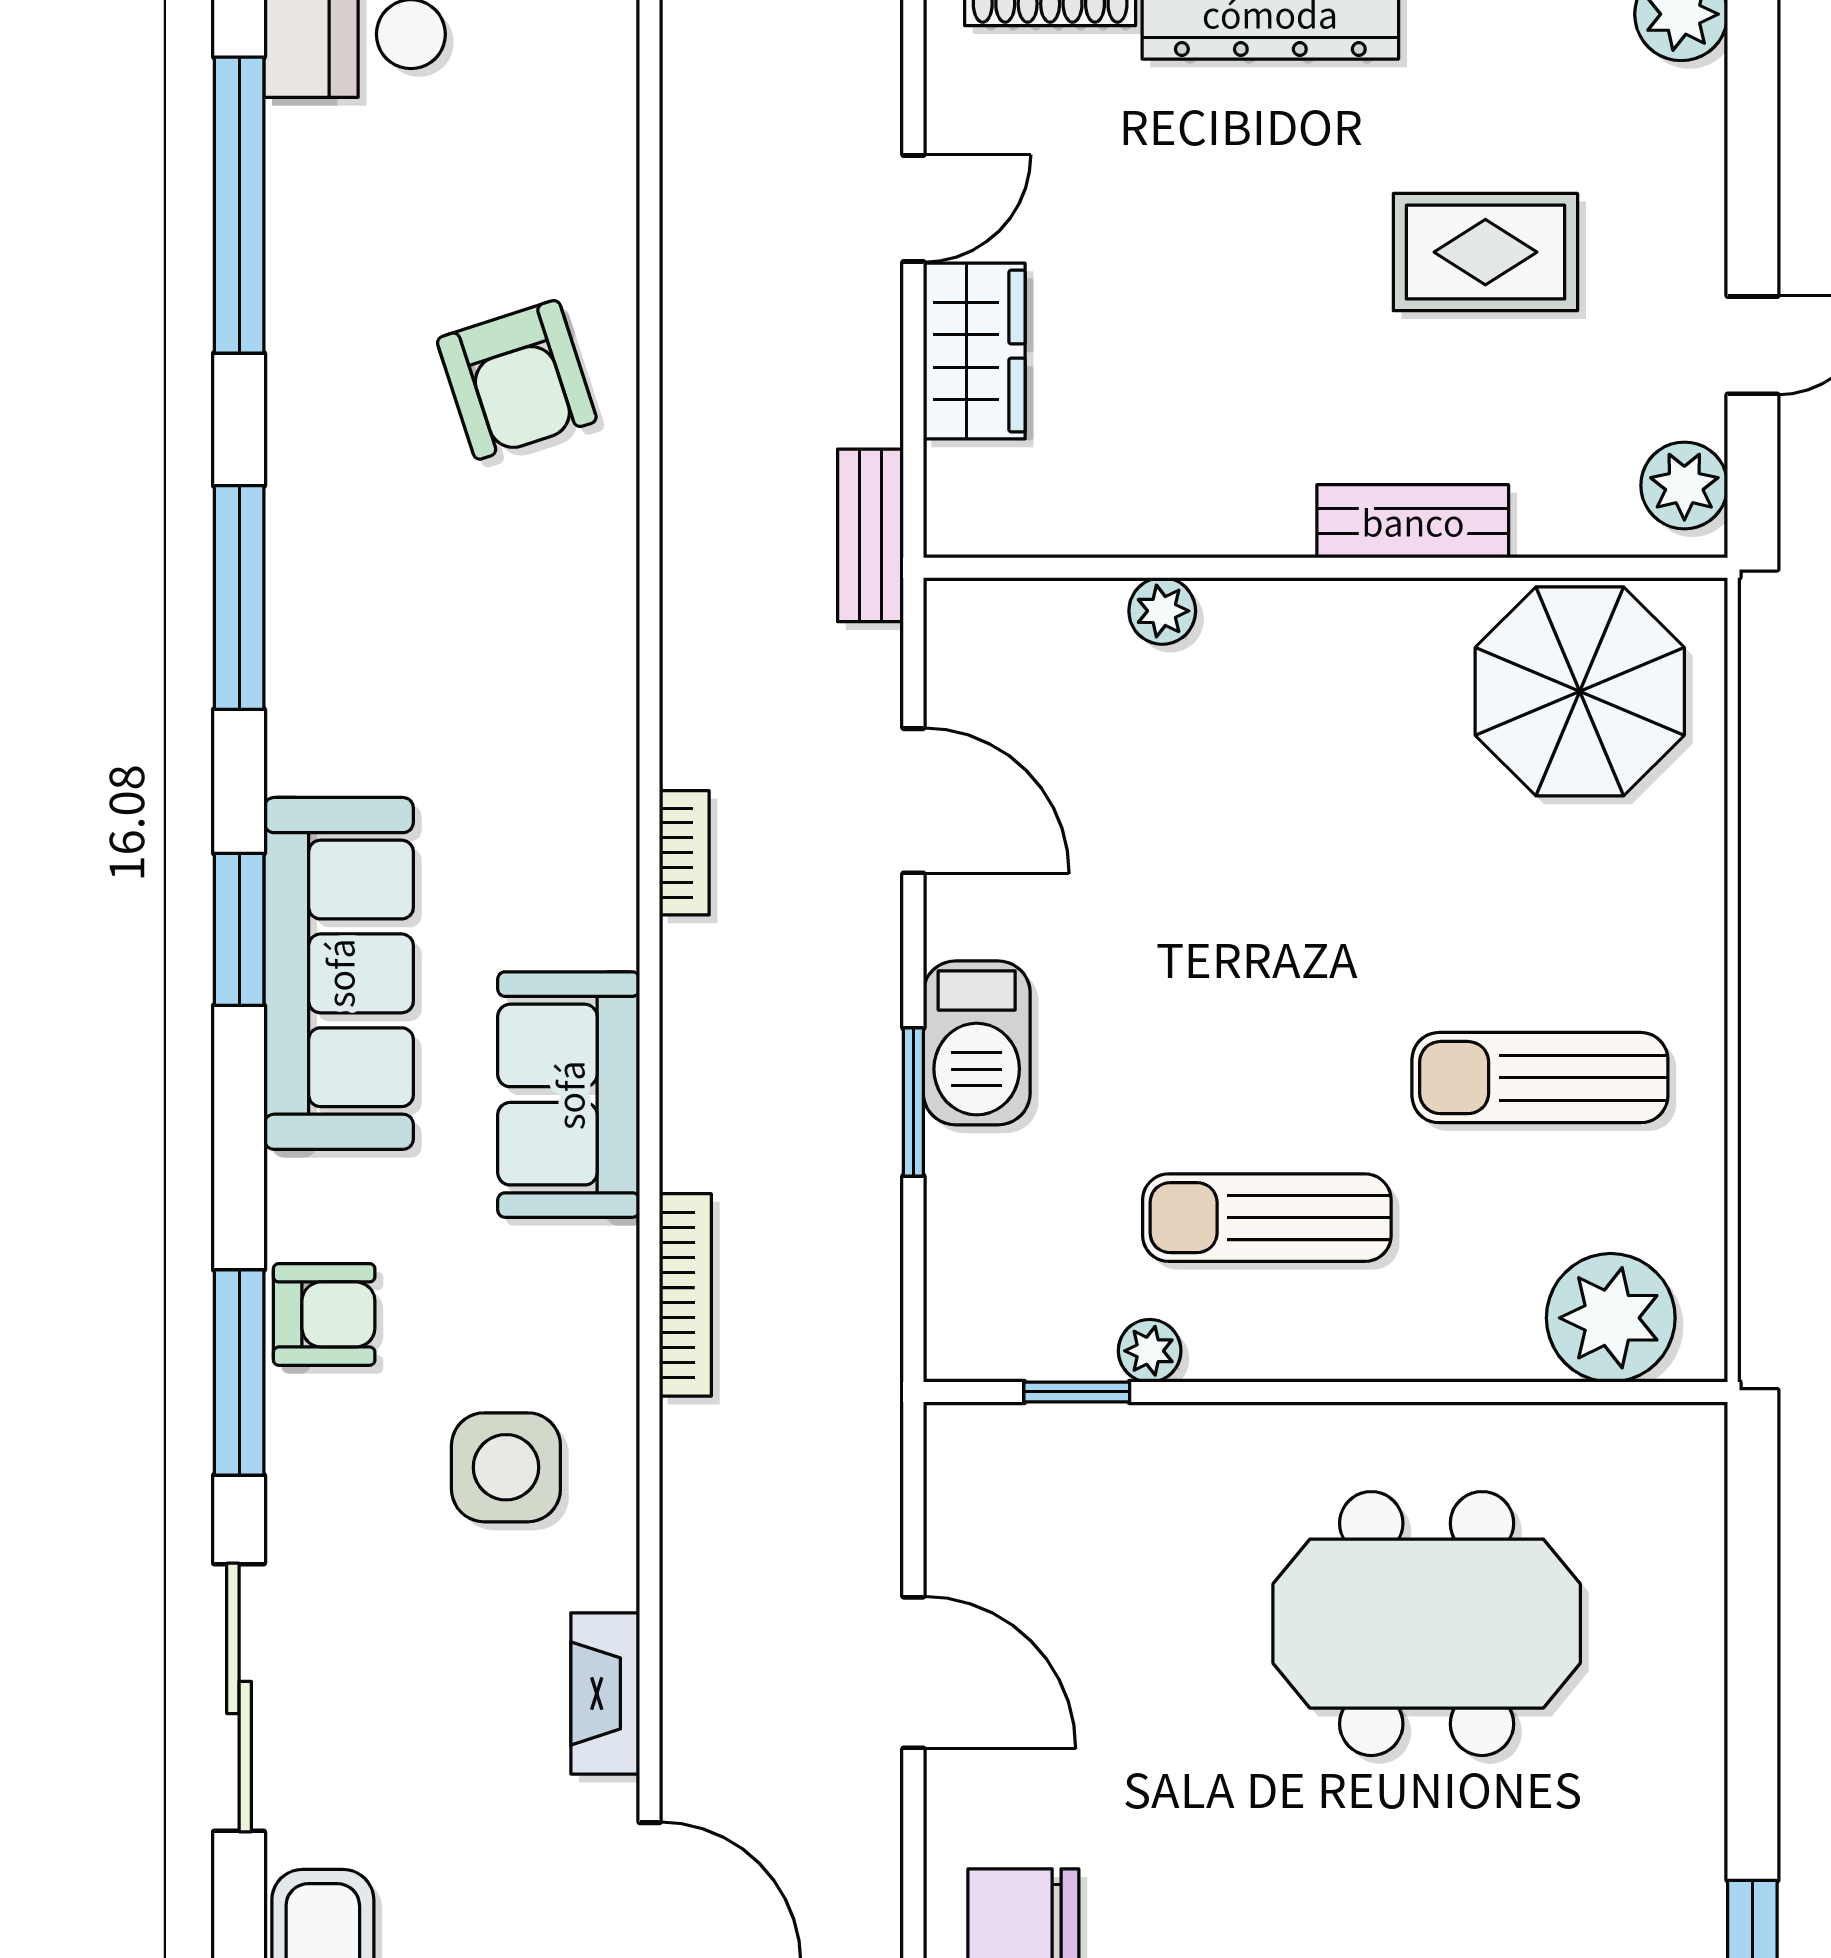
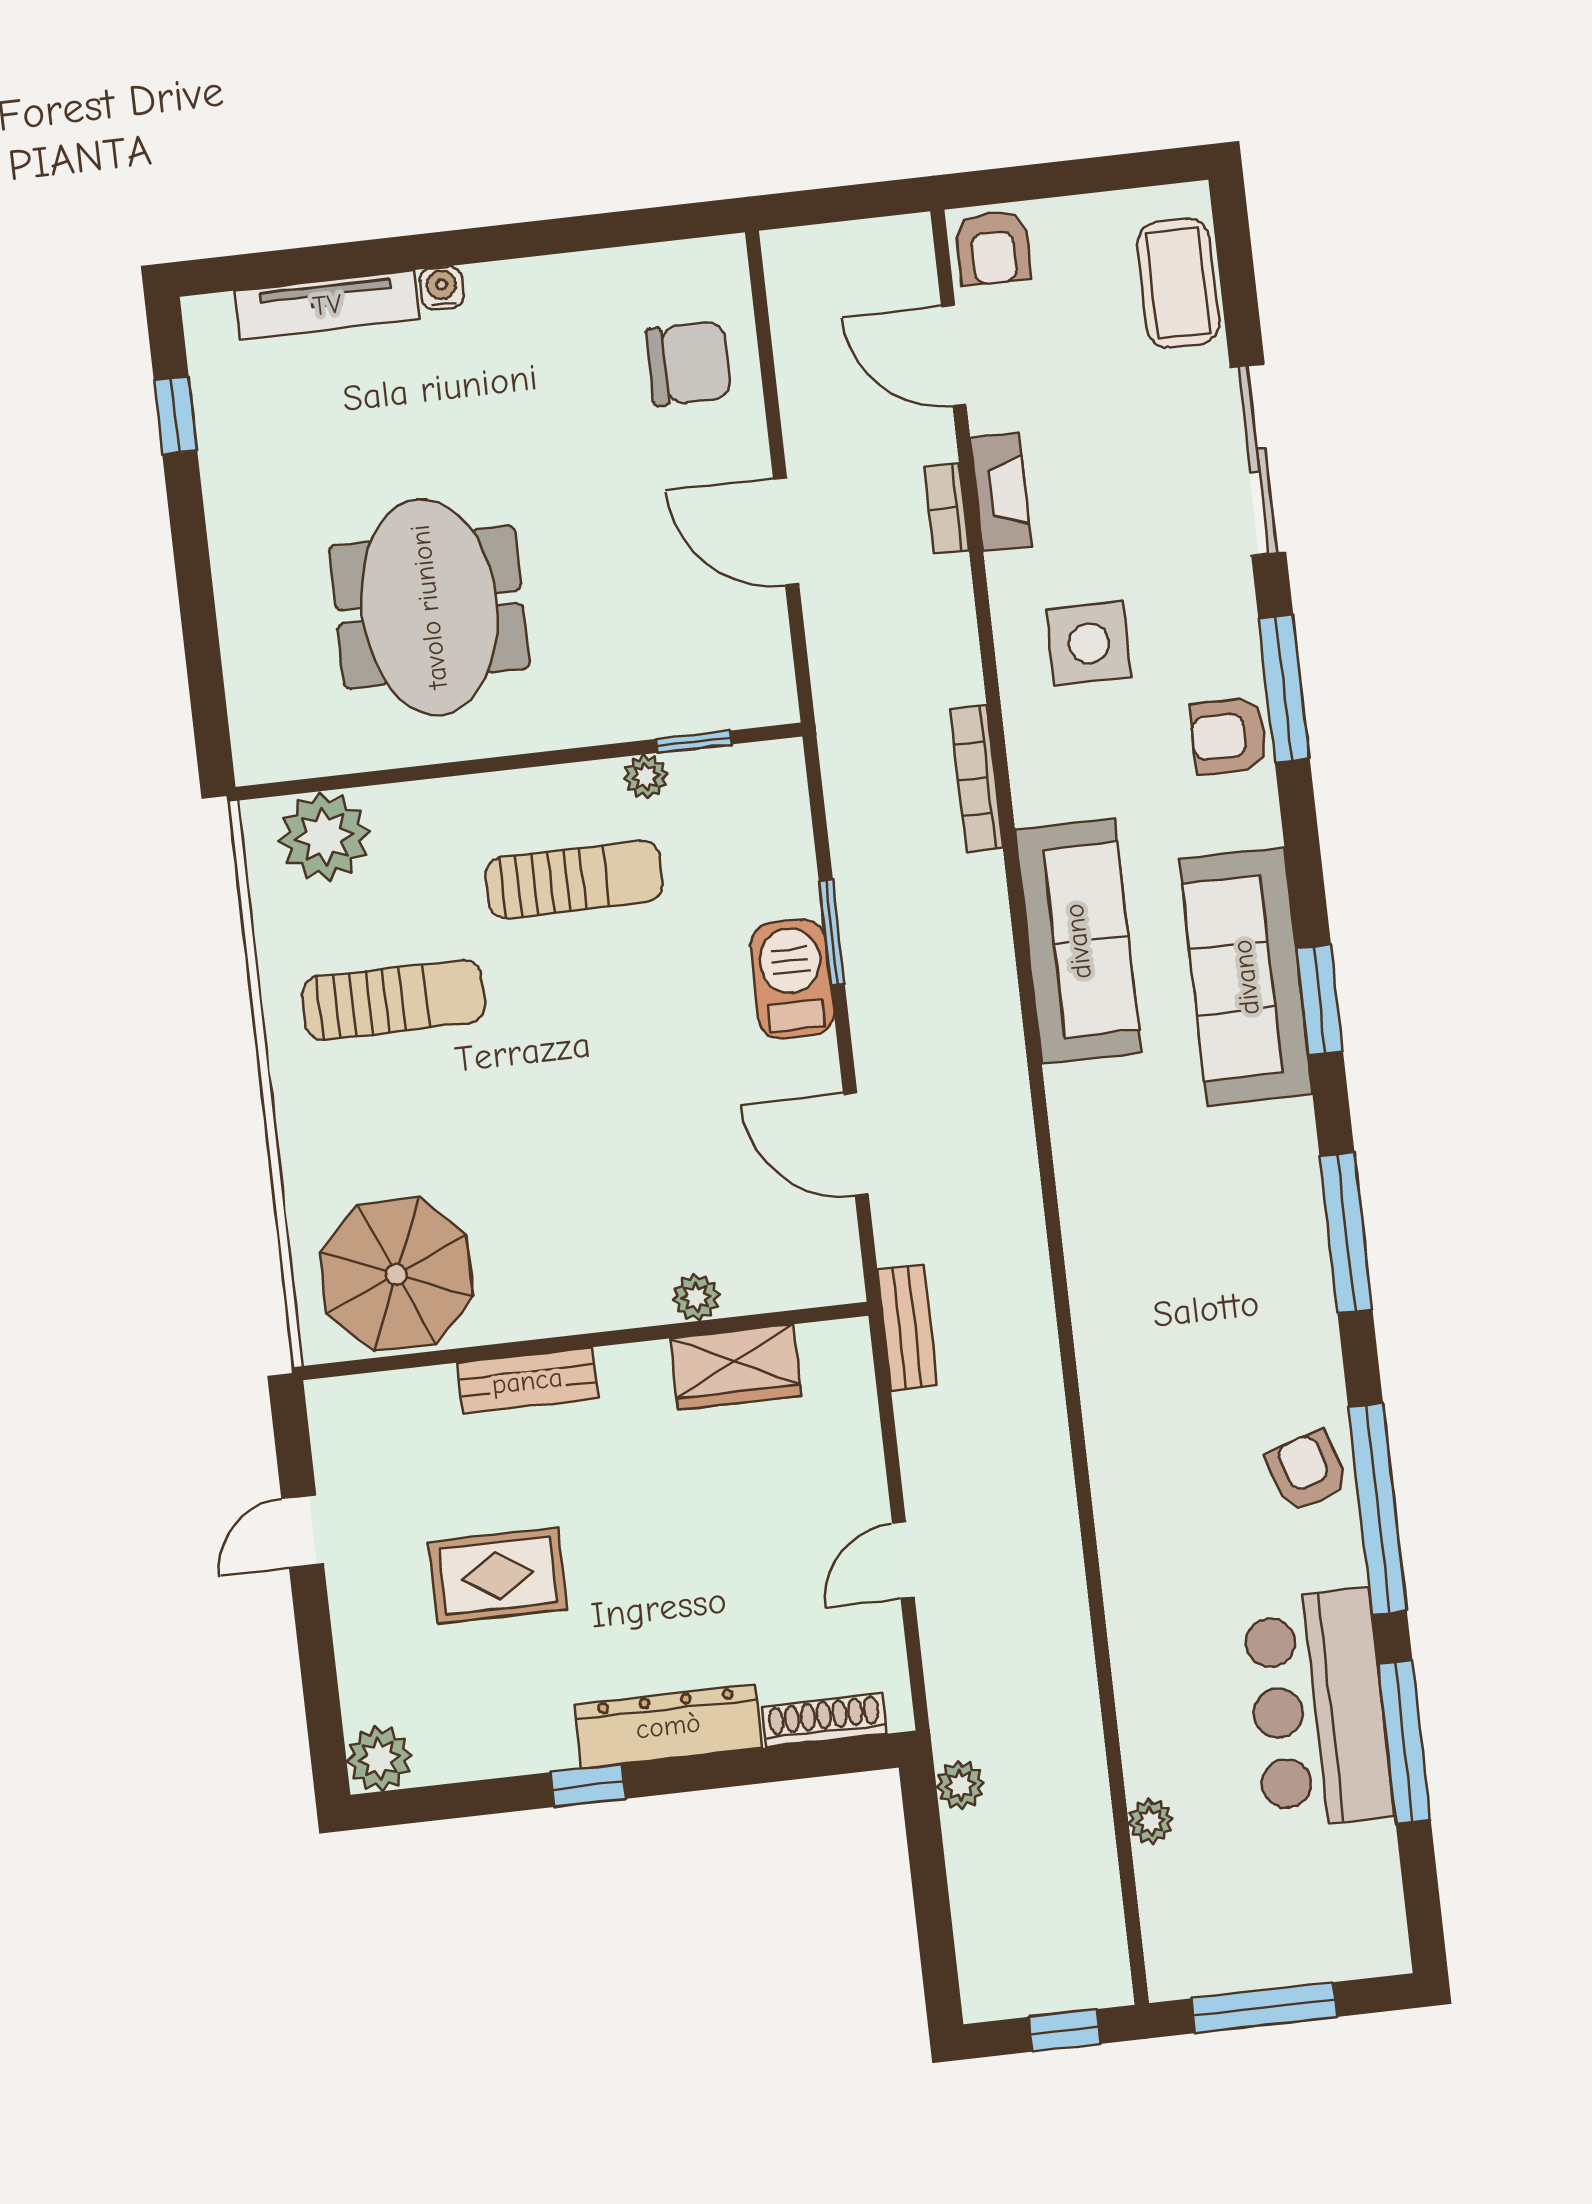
wardrobe: (974, 351) -> (735, 1367), moved, turned -90
armchair: (517, 380) -> (1307, 1471), moved, width x0.72, depth x0.72
plant: (1684, 485) -> (339, 1427), removed
bookcase: (684, 853) -> (947, 508), moved
sofa: (569, 1095) -> (1078, 941), width x1.36
meeting table: (1427, 1624) -> (429, 607), turned 90

